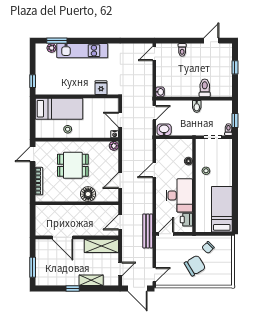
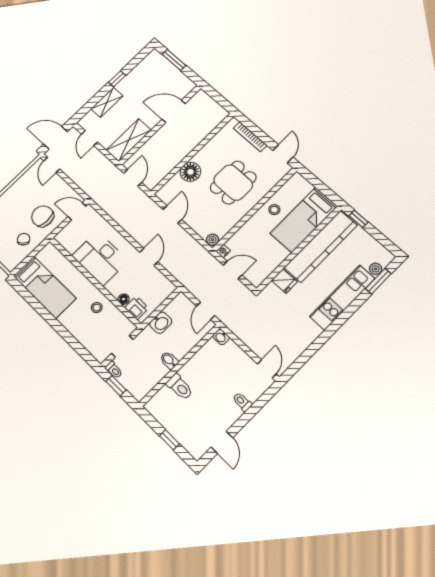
kitchen counter: (65, 87) -> (321, 246), added
washbasin: (164, 130) -> (161, 323), moved
printer: (186, 220) -> (137, 308), moved
bench: (148, 231) -> (98, 196), removed
door: (166, 234) -> (77, 211), swing flipped
chair: (195, 266) -> (43, 216), moved, turned 121

